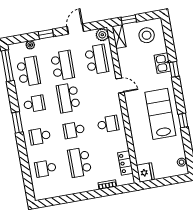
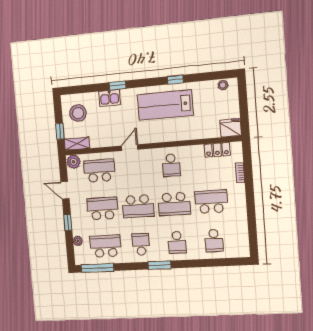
school desk: (108, 124) -> (171, 165), turned 180
school desk: (74, 130) -> (174, 204), width x1.85
school desk: (80, 162) -> (211, 202), turned 180

